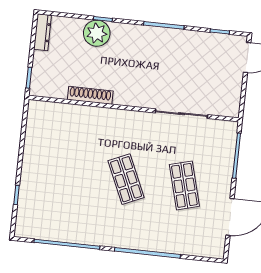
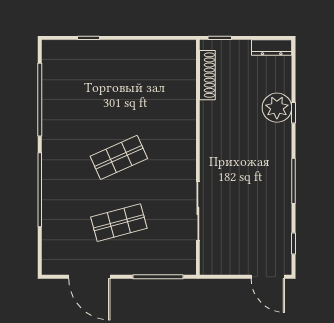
shoe rack: (90, 95) -> (207, 75), moved

